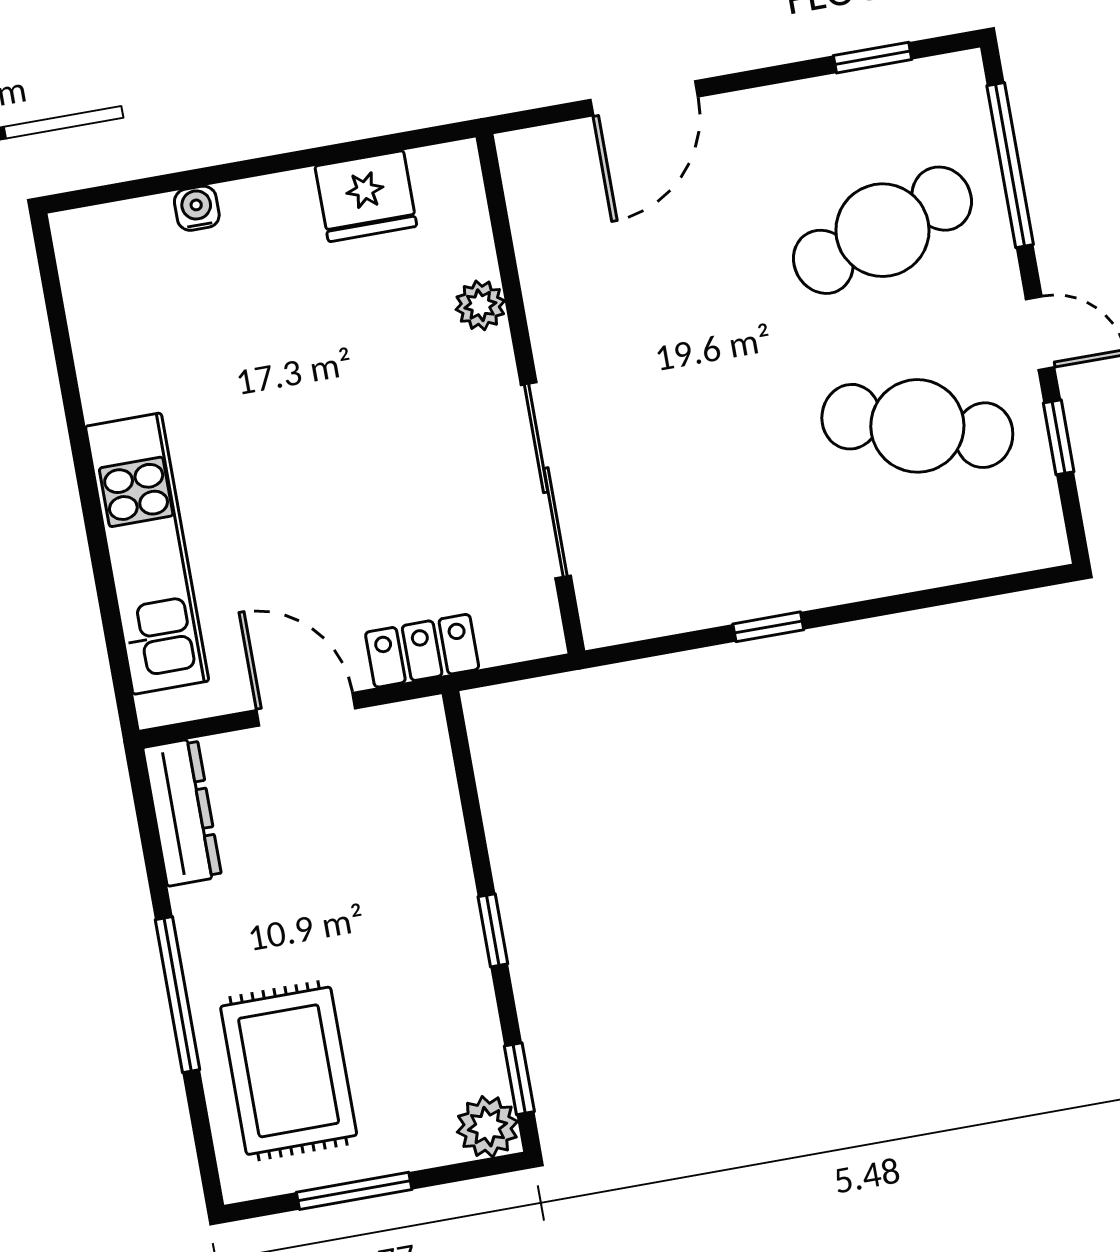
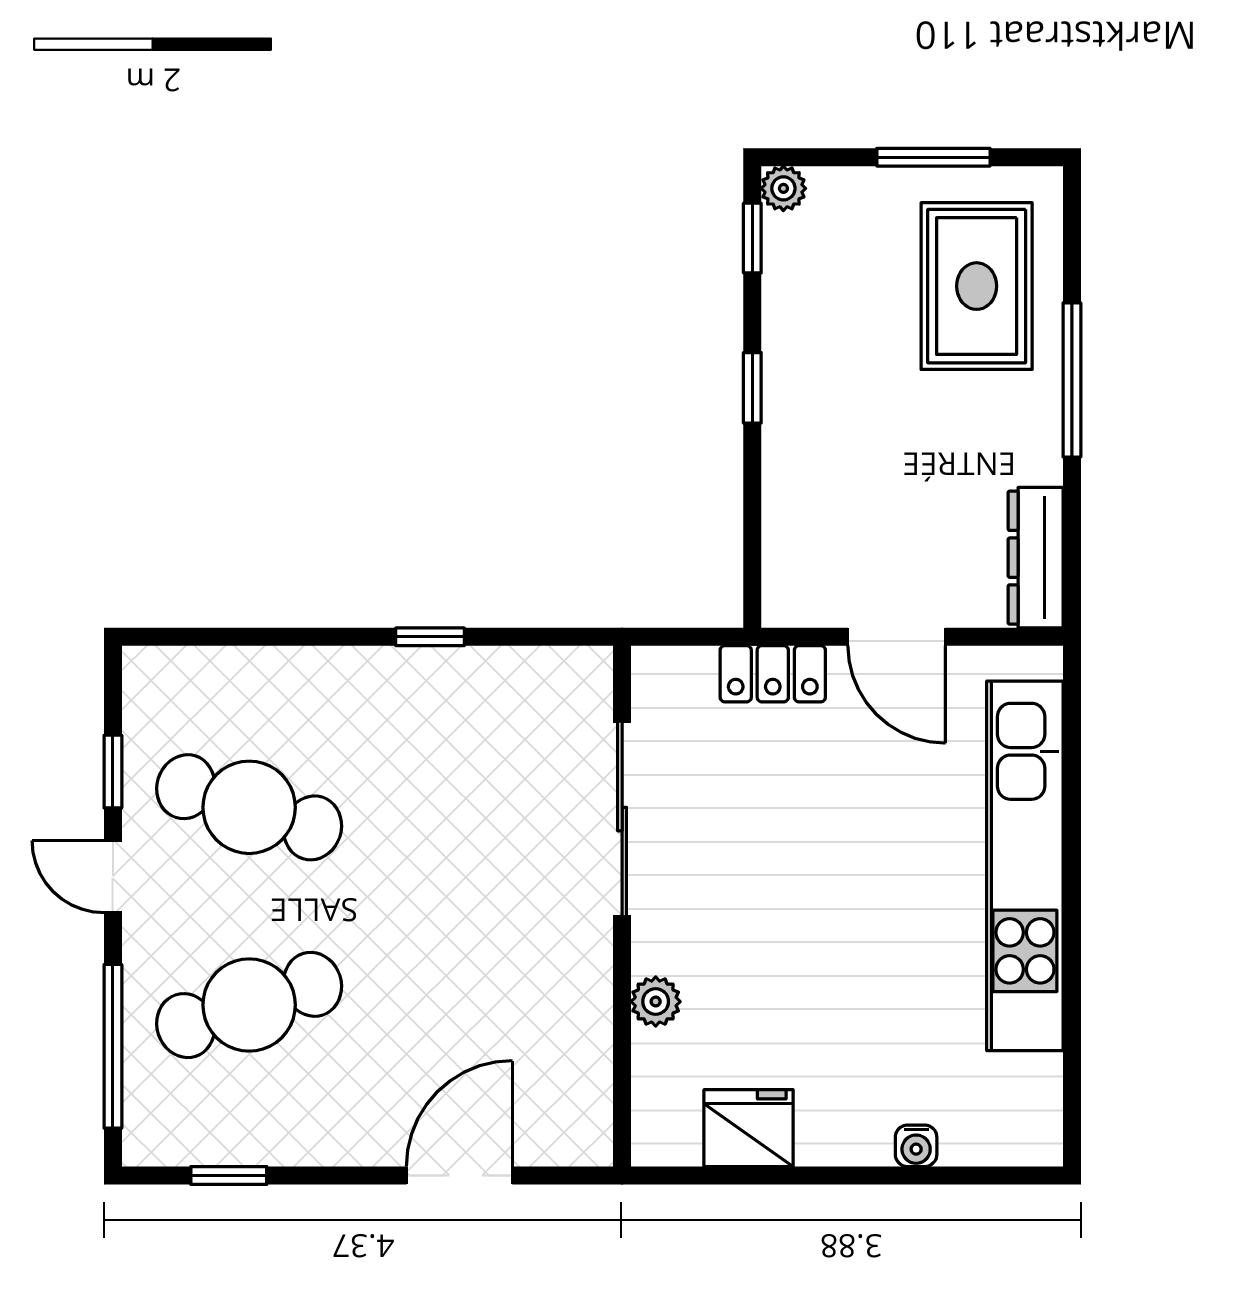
kitchen unit: (147, 554) -> (1025, 866), width x1.36
plant: (487, 1127) -> (783, 188), width x0.73, depth x0.73

